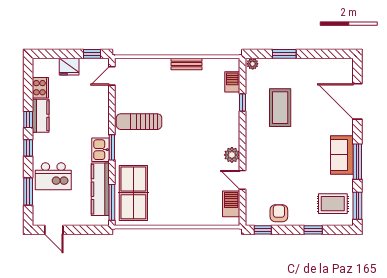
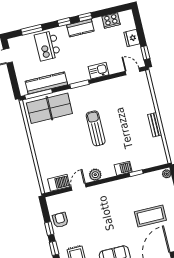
barbecue: (232, 82) -> (123, 168), moved
coffee table: (280, 108) -> (150, 216), moved
kitchen counter: (41, 116) -> (80, 28), moved
sun lounger: (139, 122) -> (96, 128), moved
kitchen sink: (100, 150) -> (98, 71), moved
armchair: (279, 213) -> (60, 220), turned -92
window: (263, 230) -> (49, 228), moved

